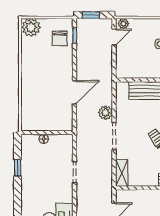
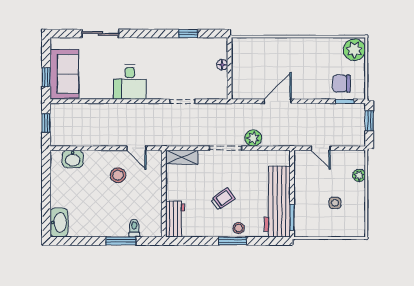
plant: (123, 24) -> (359, 175), moved
door: (114, 37) -> (321, 148), moved
door: (75, 92) -> (278, 101), swing flipped

